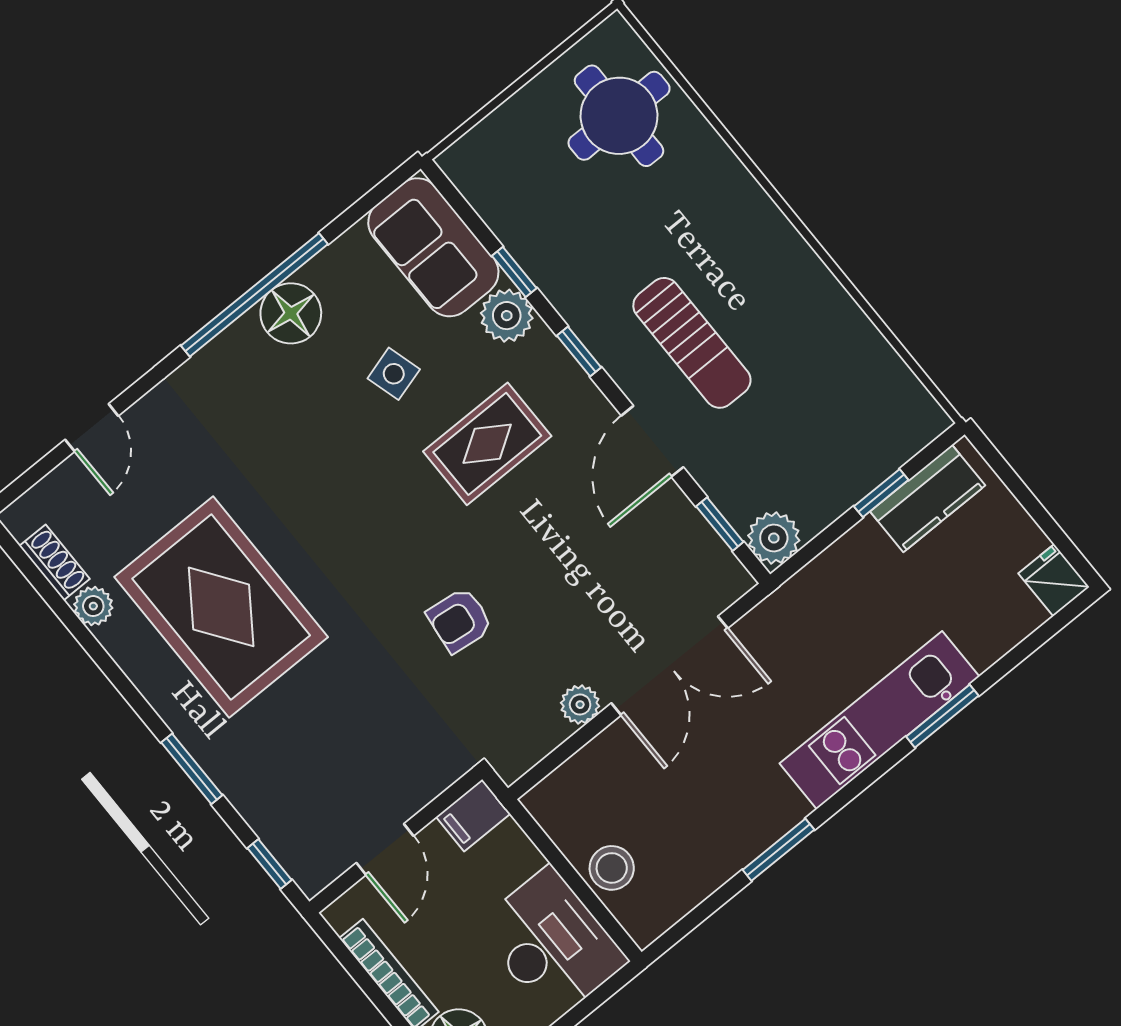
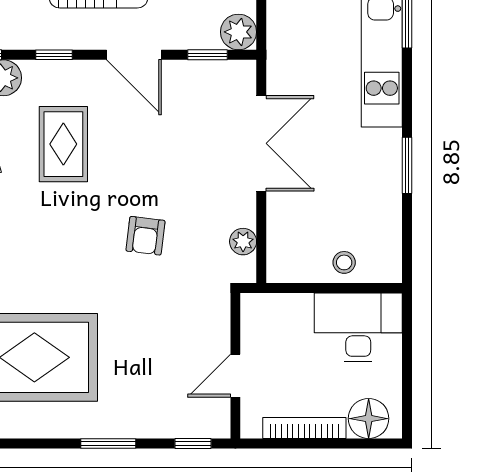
plant: (580, 705) -> (243, 242), moved
filing cabinet: (473, 815) -> (256, 313), removed
door: (385, 849) -> (235, 376), swing flipped
stool: (612, 868) -> (344, 262), width x0.73, depth x0.73

